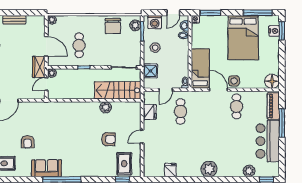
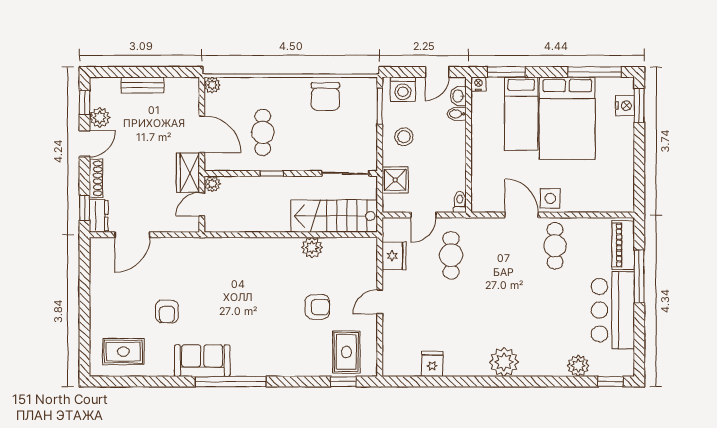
plant: (135, 25) -> (367, 95), removed
bed: (200, 69) -> (521, 114), moved, turned 180
floor lamp: (272, 81) -> (621, 199), removed

